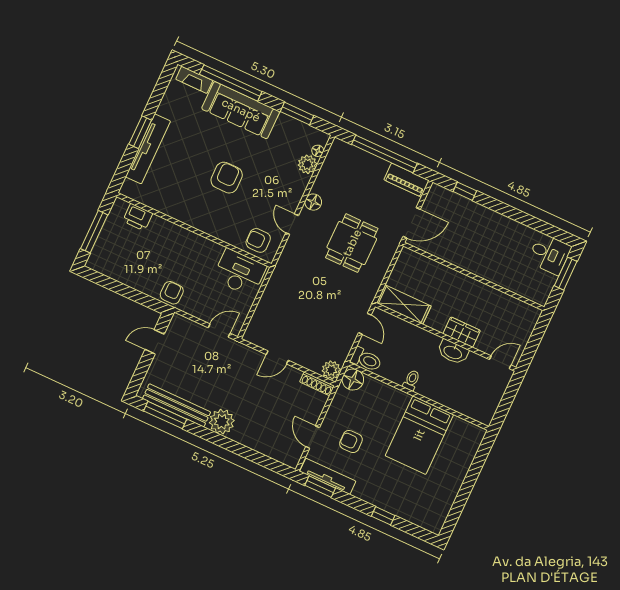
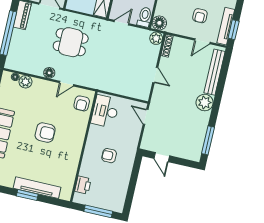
armchair: (227, 178) -> (45, 133), turned 180
armchair: (172, 293) -> (109, 156), moved
bench: (177, 405) -> (214, 72), moved

